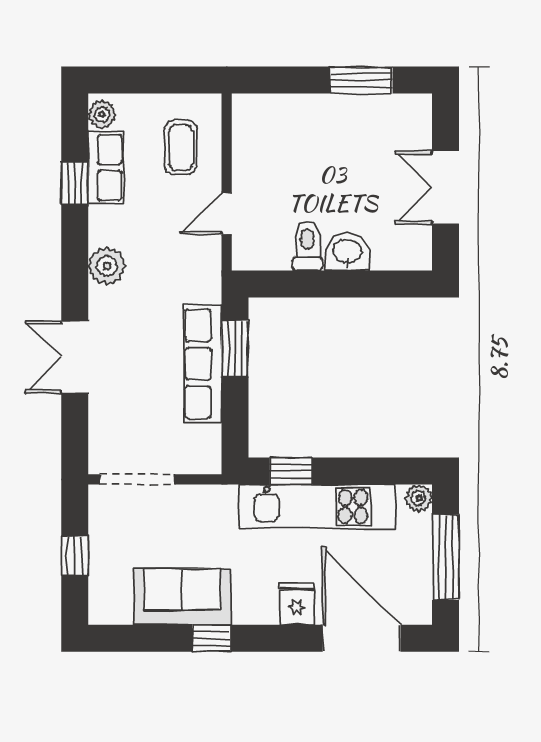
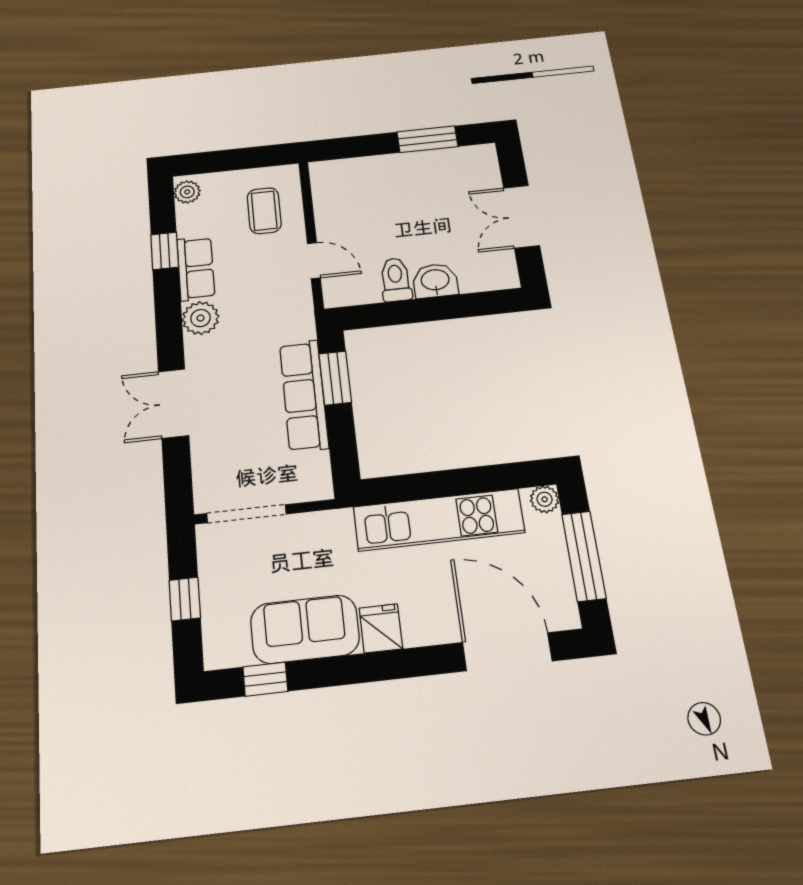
row of seats: (105, 168) -> (196, 268), moved
door: (227, 214) -> (314, 261), swing flipped
window: (291, 471) -> (407, 488), removed
fridge: (297, 604) -> (381, 628), moved
window: (211, 638) -> (265, 679), moved

